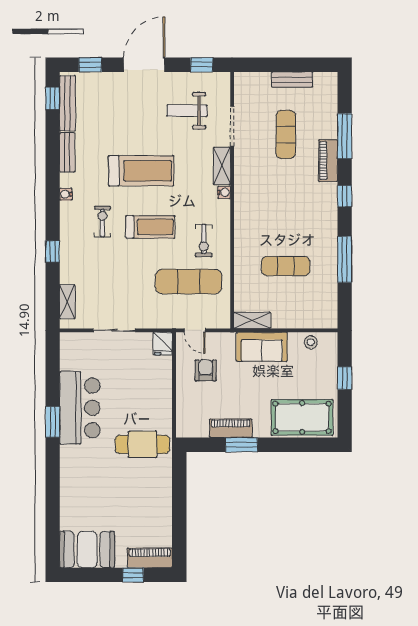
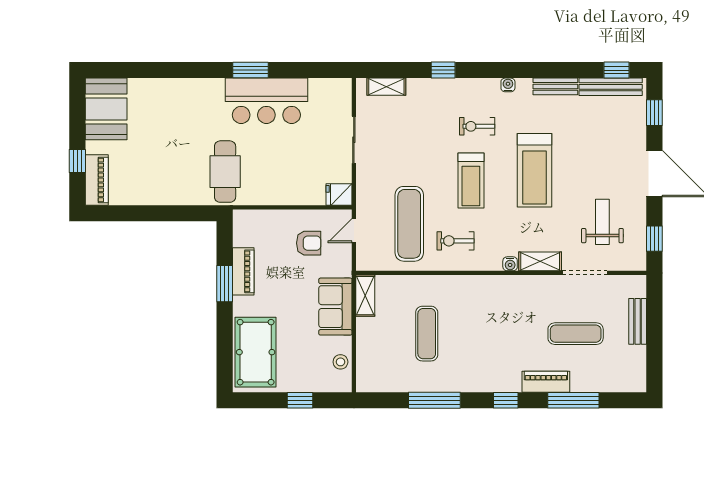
bench: (292, 80) -> (638, 321), moved
exercise bike: (102, 221) -> (477, 126), turned 180

